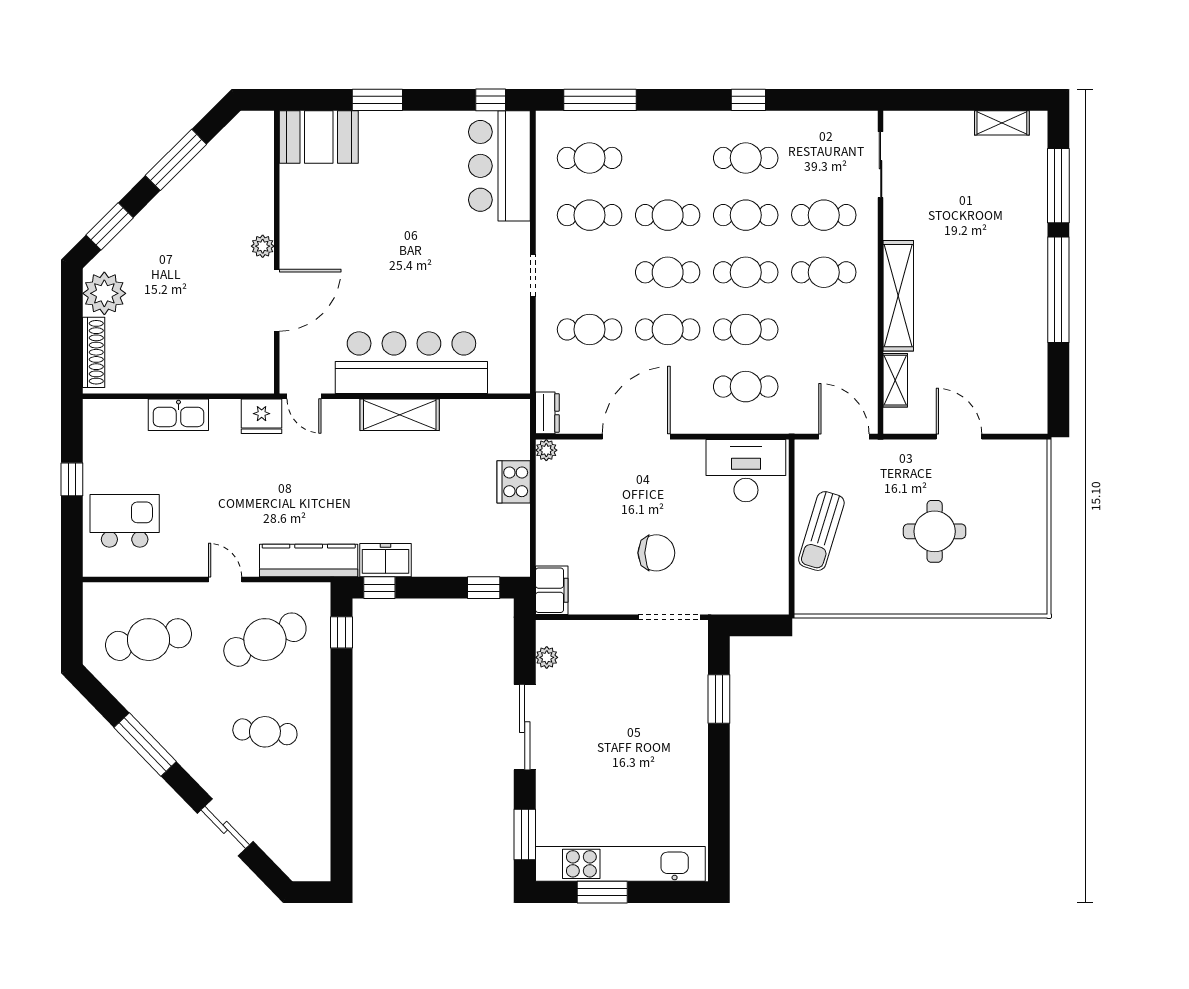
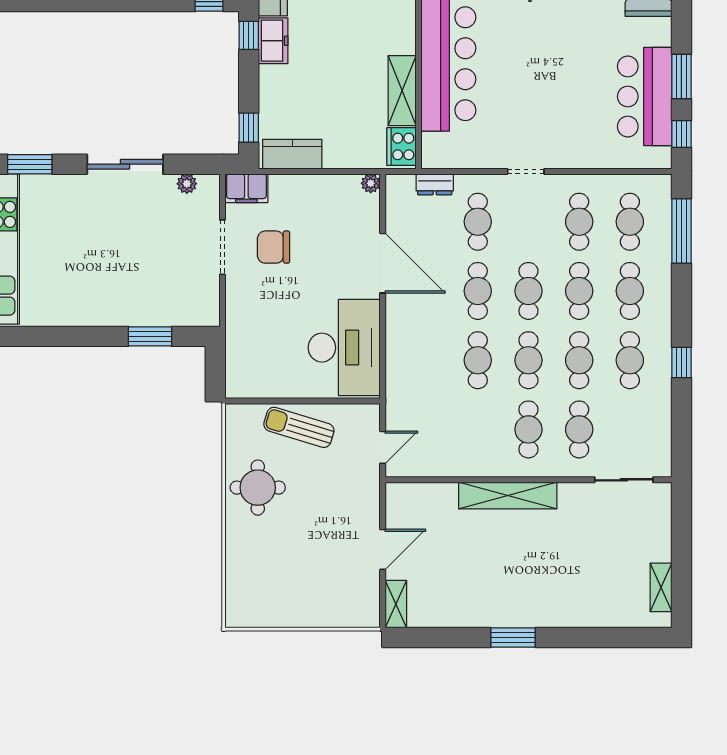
window: (377, 100) -> (681, 77), moved
bar counter: (499, 166) -> (645, 96), moved, turned -90
window: (1058, 186) -> (605, 638), removed
window: (1058, 290) -> (513, 638), width x0.47
shelving: (895, 380) -> (396, 604), moved, turned 90
cafe table: (746, 387) -> (630, 291), moved
dresser: (547, 413) -> (435, 184), moved
shelving: (400, 415) -> (402, 91), moved
door: (844, 437) -> (383, 447), width x0.73
desk: (746, 471) -> (344, 348), width x1.36, depth x1.30
cooker: (514, 482) -> (402, 146), moved, turned -90
round table: (935, 531) -> (258, 488), moved
kitchen counter: (513, 539) -> (292, 154), added
chair: (656, 553) -> (274, 247), moved, turned 90
doorway: (669, 617) -> (222, 247), moved

